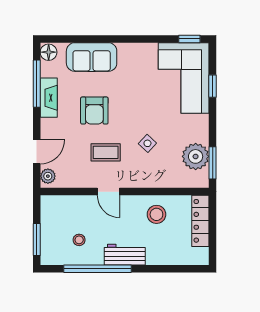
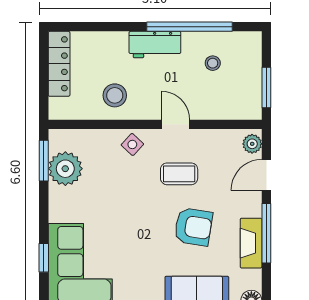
window: (37, 84) -> (266, 233), moved
armchair: (94, 111) -> (193, 227), turned 99
side table: (147, 143) -> (132, 144), moved
locker: (200, 221) -> (59, 64), moved
window: (37, 239) -> (266, 87), moved

